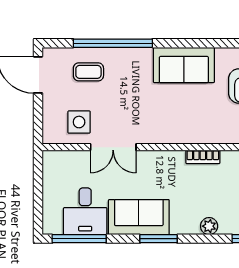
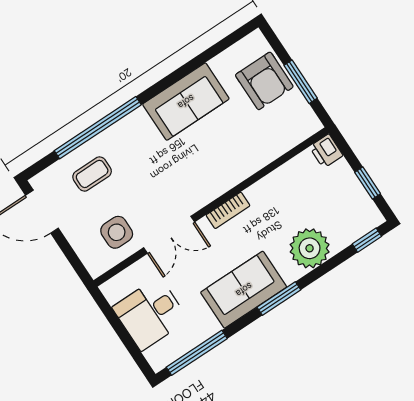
bookcase: (203, 157) -> (228, 210), moved
desk: (85, 211) -> (150, 314), moved, turned 90
plant: (209, 226) -> (310, 248), width x1.87, depth x1.87

